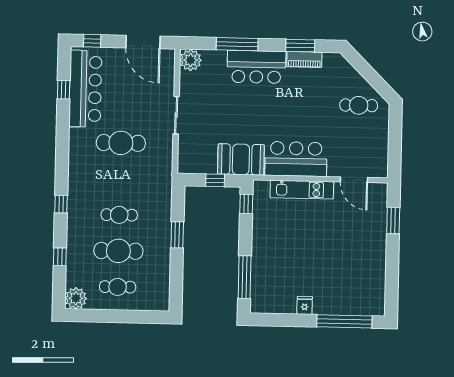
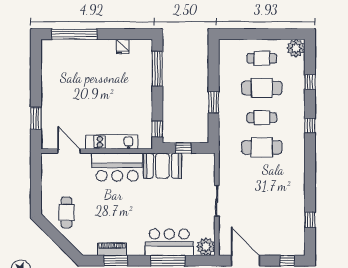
bar counter: (256, 67) -> (169, 242), moved
bar counter: (85, 89) -> (292, 221), removed
cafe table: (359, 105) -> (67, 212), turned 90
cafe table: (121, 143) -> (262, 147), moved
fridge: (305, 305) -> (123, 47), moved

